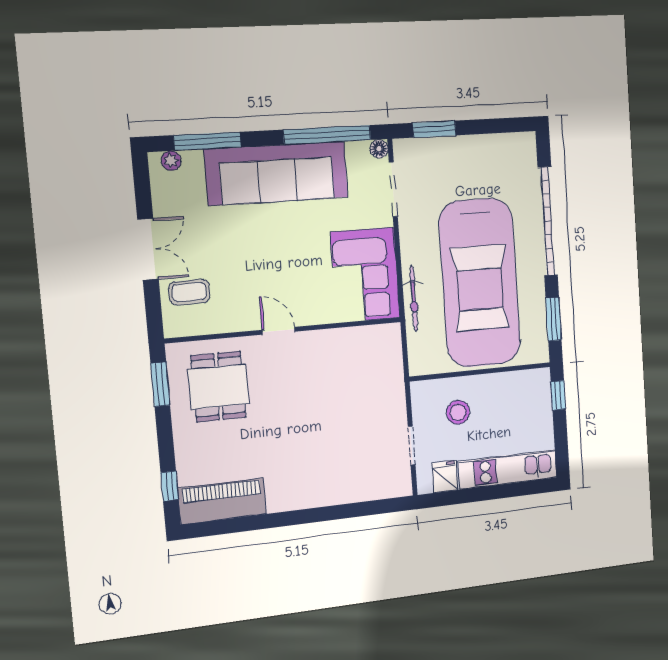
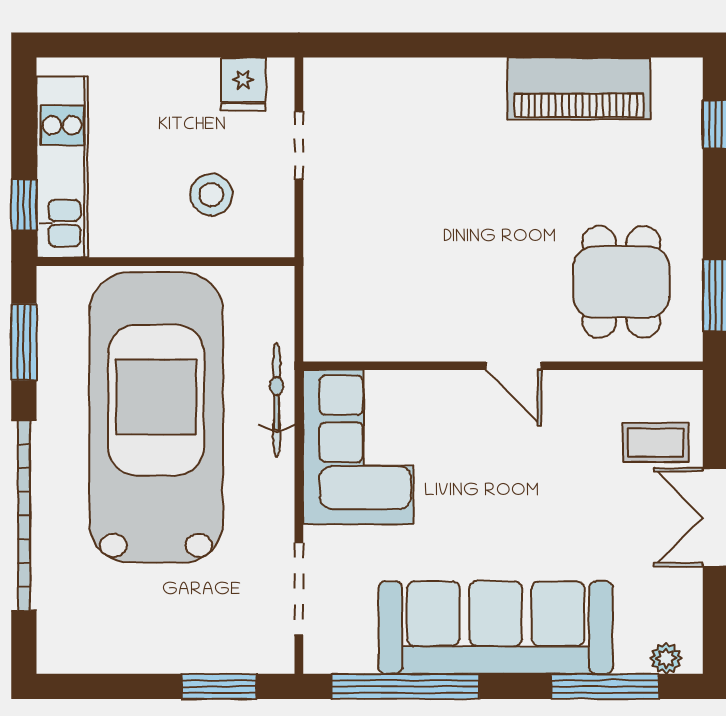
floor lamp: (379, 149) -> (319, 659), removed
kitchen unit: (508, 469) -> (62, 167), moved, turned -90
piano: (222, 501) -> (579, 89), moved

